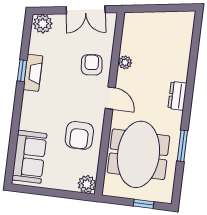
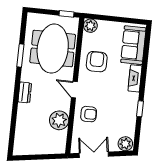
plant: (125, 62) -> (59, 120), width x1.88, depth x1.88
armchair: (92, 65) -> (89, 114), turned -84
fireplace: (33, 73) -> (135, 78), moved
window: (144, 204) -> (66, 14), moved

